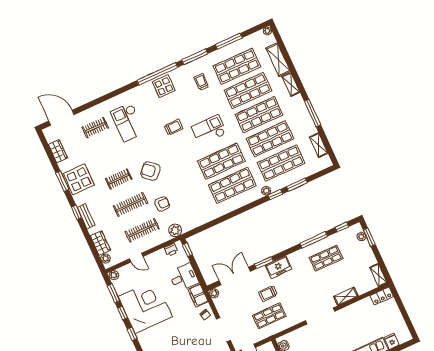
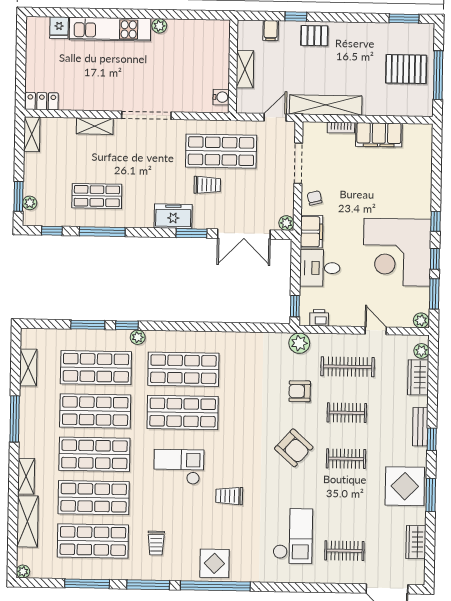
checkout: (209, 130) -> (179, 467), turned 180
clothes rail: (130, 205) -> (347, 413), width x0.73
shop shelf: (269, 316) -> (221, 151), width x1.43, depth x1.36

